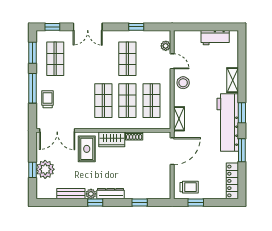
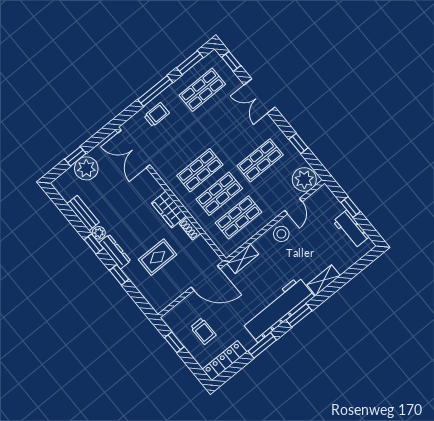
window: (201, 27) -> (351, 207), added
plant: (166, 46) -> (304, 179), width x1.88, depth x1.88
rug: (87, 149) -> (158, 257), moved
trolley: (189, 187) -> (203, 331), moved
window: (140, 203) -> (119, 275), moved

